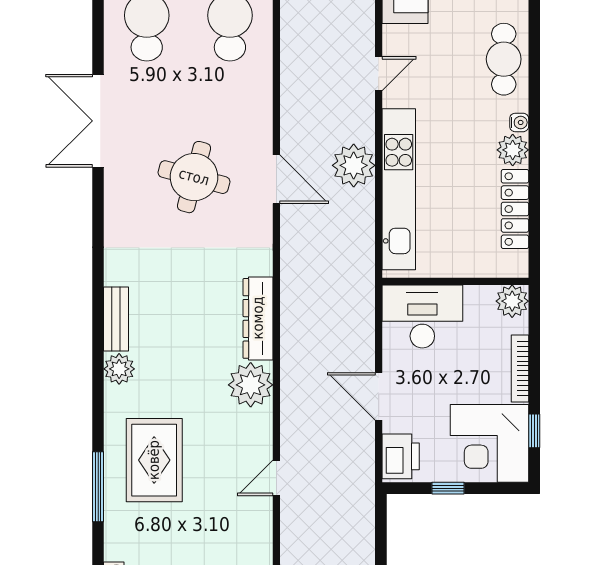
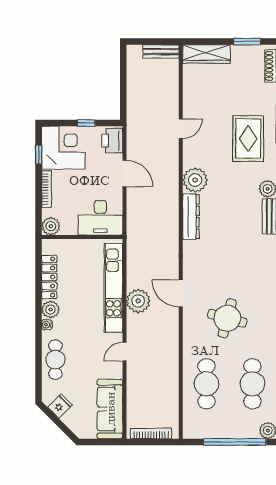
round table: (194, 177) -> (227, 318), moved

